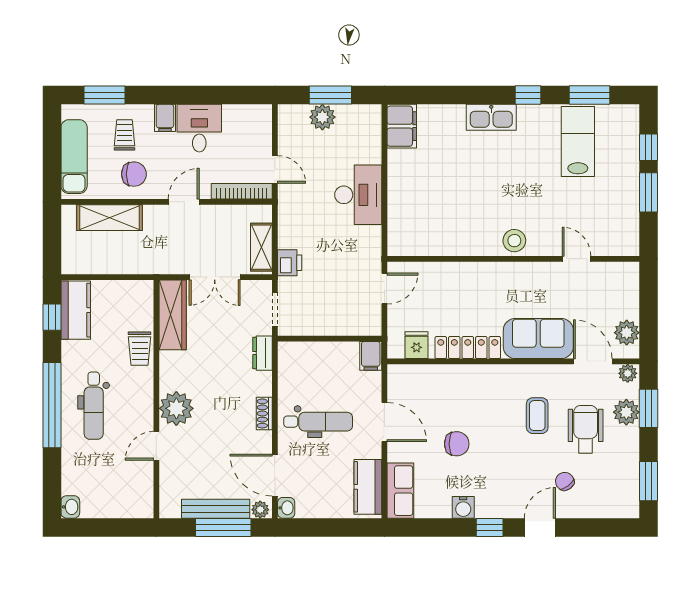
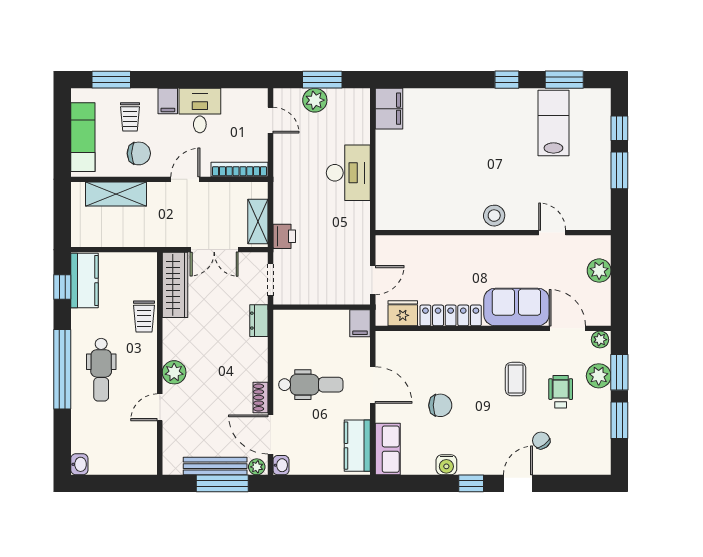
kitchen sink: (491, 117) -> (473, 100), removed
trolley: (125, 135) -> (130, 117), turned 180
door: (275, 169) -> (271, 120), moved
door: (384, 288) -> (373, 280), moved
plant: (627, 333) -> (599, 271), moved
fridge: (417, 345) -> (403, 313), width x1.38
plant: (176, 408) -> (174, 372), width x0.73, depth x0.73
shoe rack: (264, 413) -> (261, 398), moved
wheelchair: (586, 429) -> (561, 392), width x0.73, depth x0.73
window: (648, 481) -> (619, 420), moved

